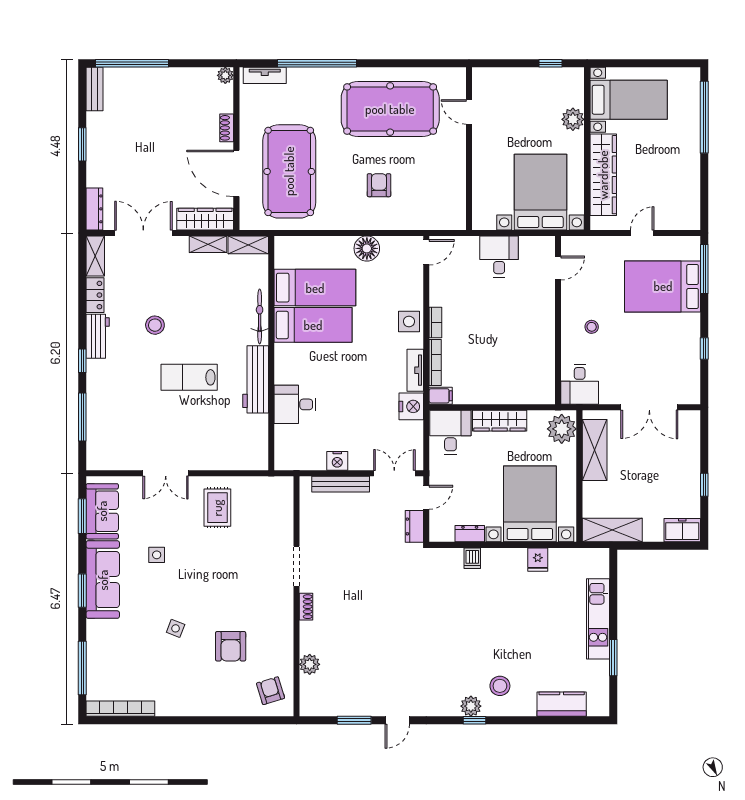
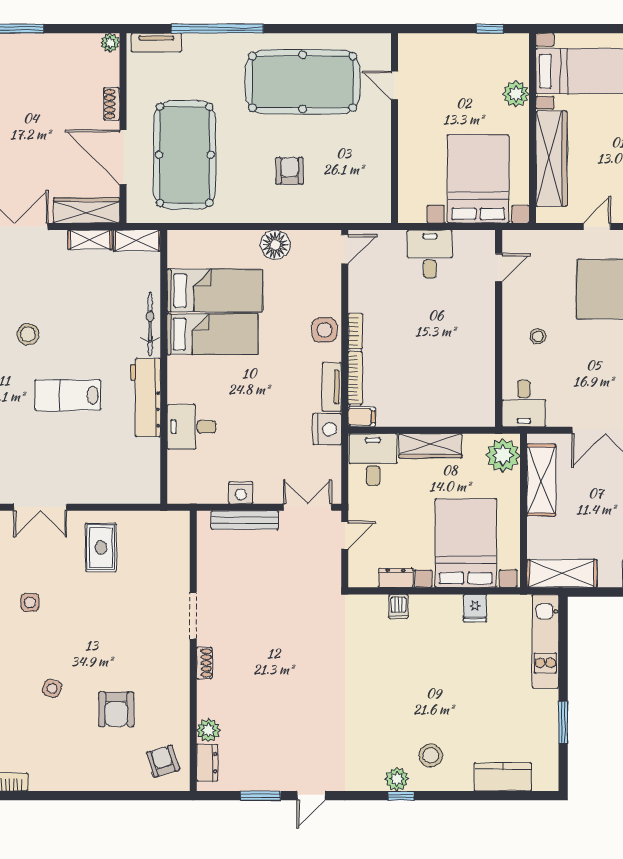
dresser: (414, 526) -> (207, 763), moved, turned 180
kitchen unit: (598, 619) -> (545, 641), moved

